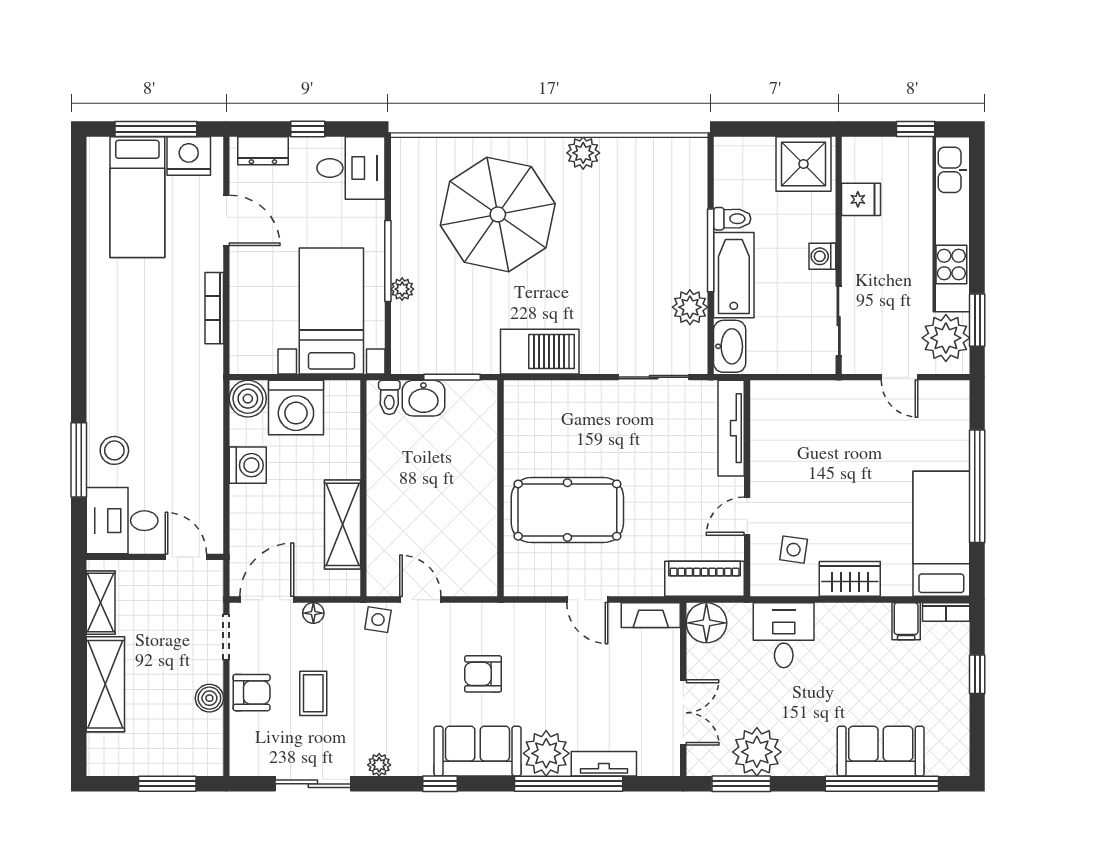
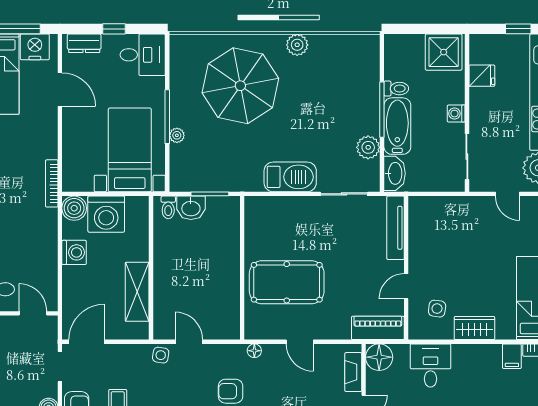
bookcase: (214, 308) -> (52, 183), moved
barbecue: (540, 352) -> (290, 177), moved
floor lamp: (313, 613) -> (254, 351), moved
fireplace: (651, 615) -> (353, 372), moved, turned 90

